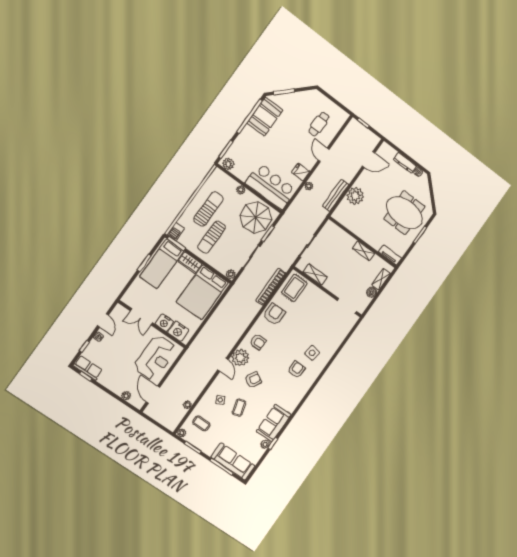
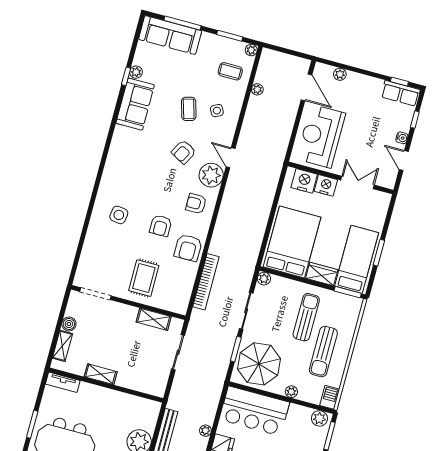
barbecue: (176, 232) -> (330, 397), moved
rug: (294, 288) -> (144, 278), moved
armchair: (296, 370) -> (161, 226), moved

